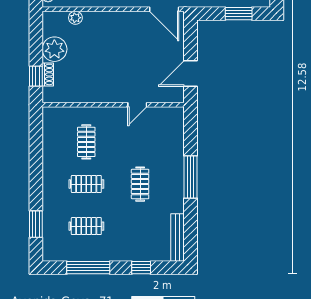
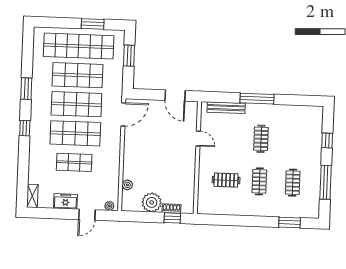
clothes rail: (140, 184) -> (261, 139), turned 90
bench: (178, 237) -> (226, 108), moved

